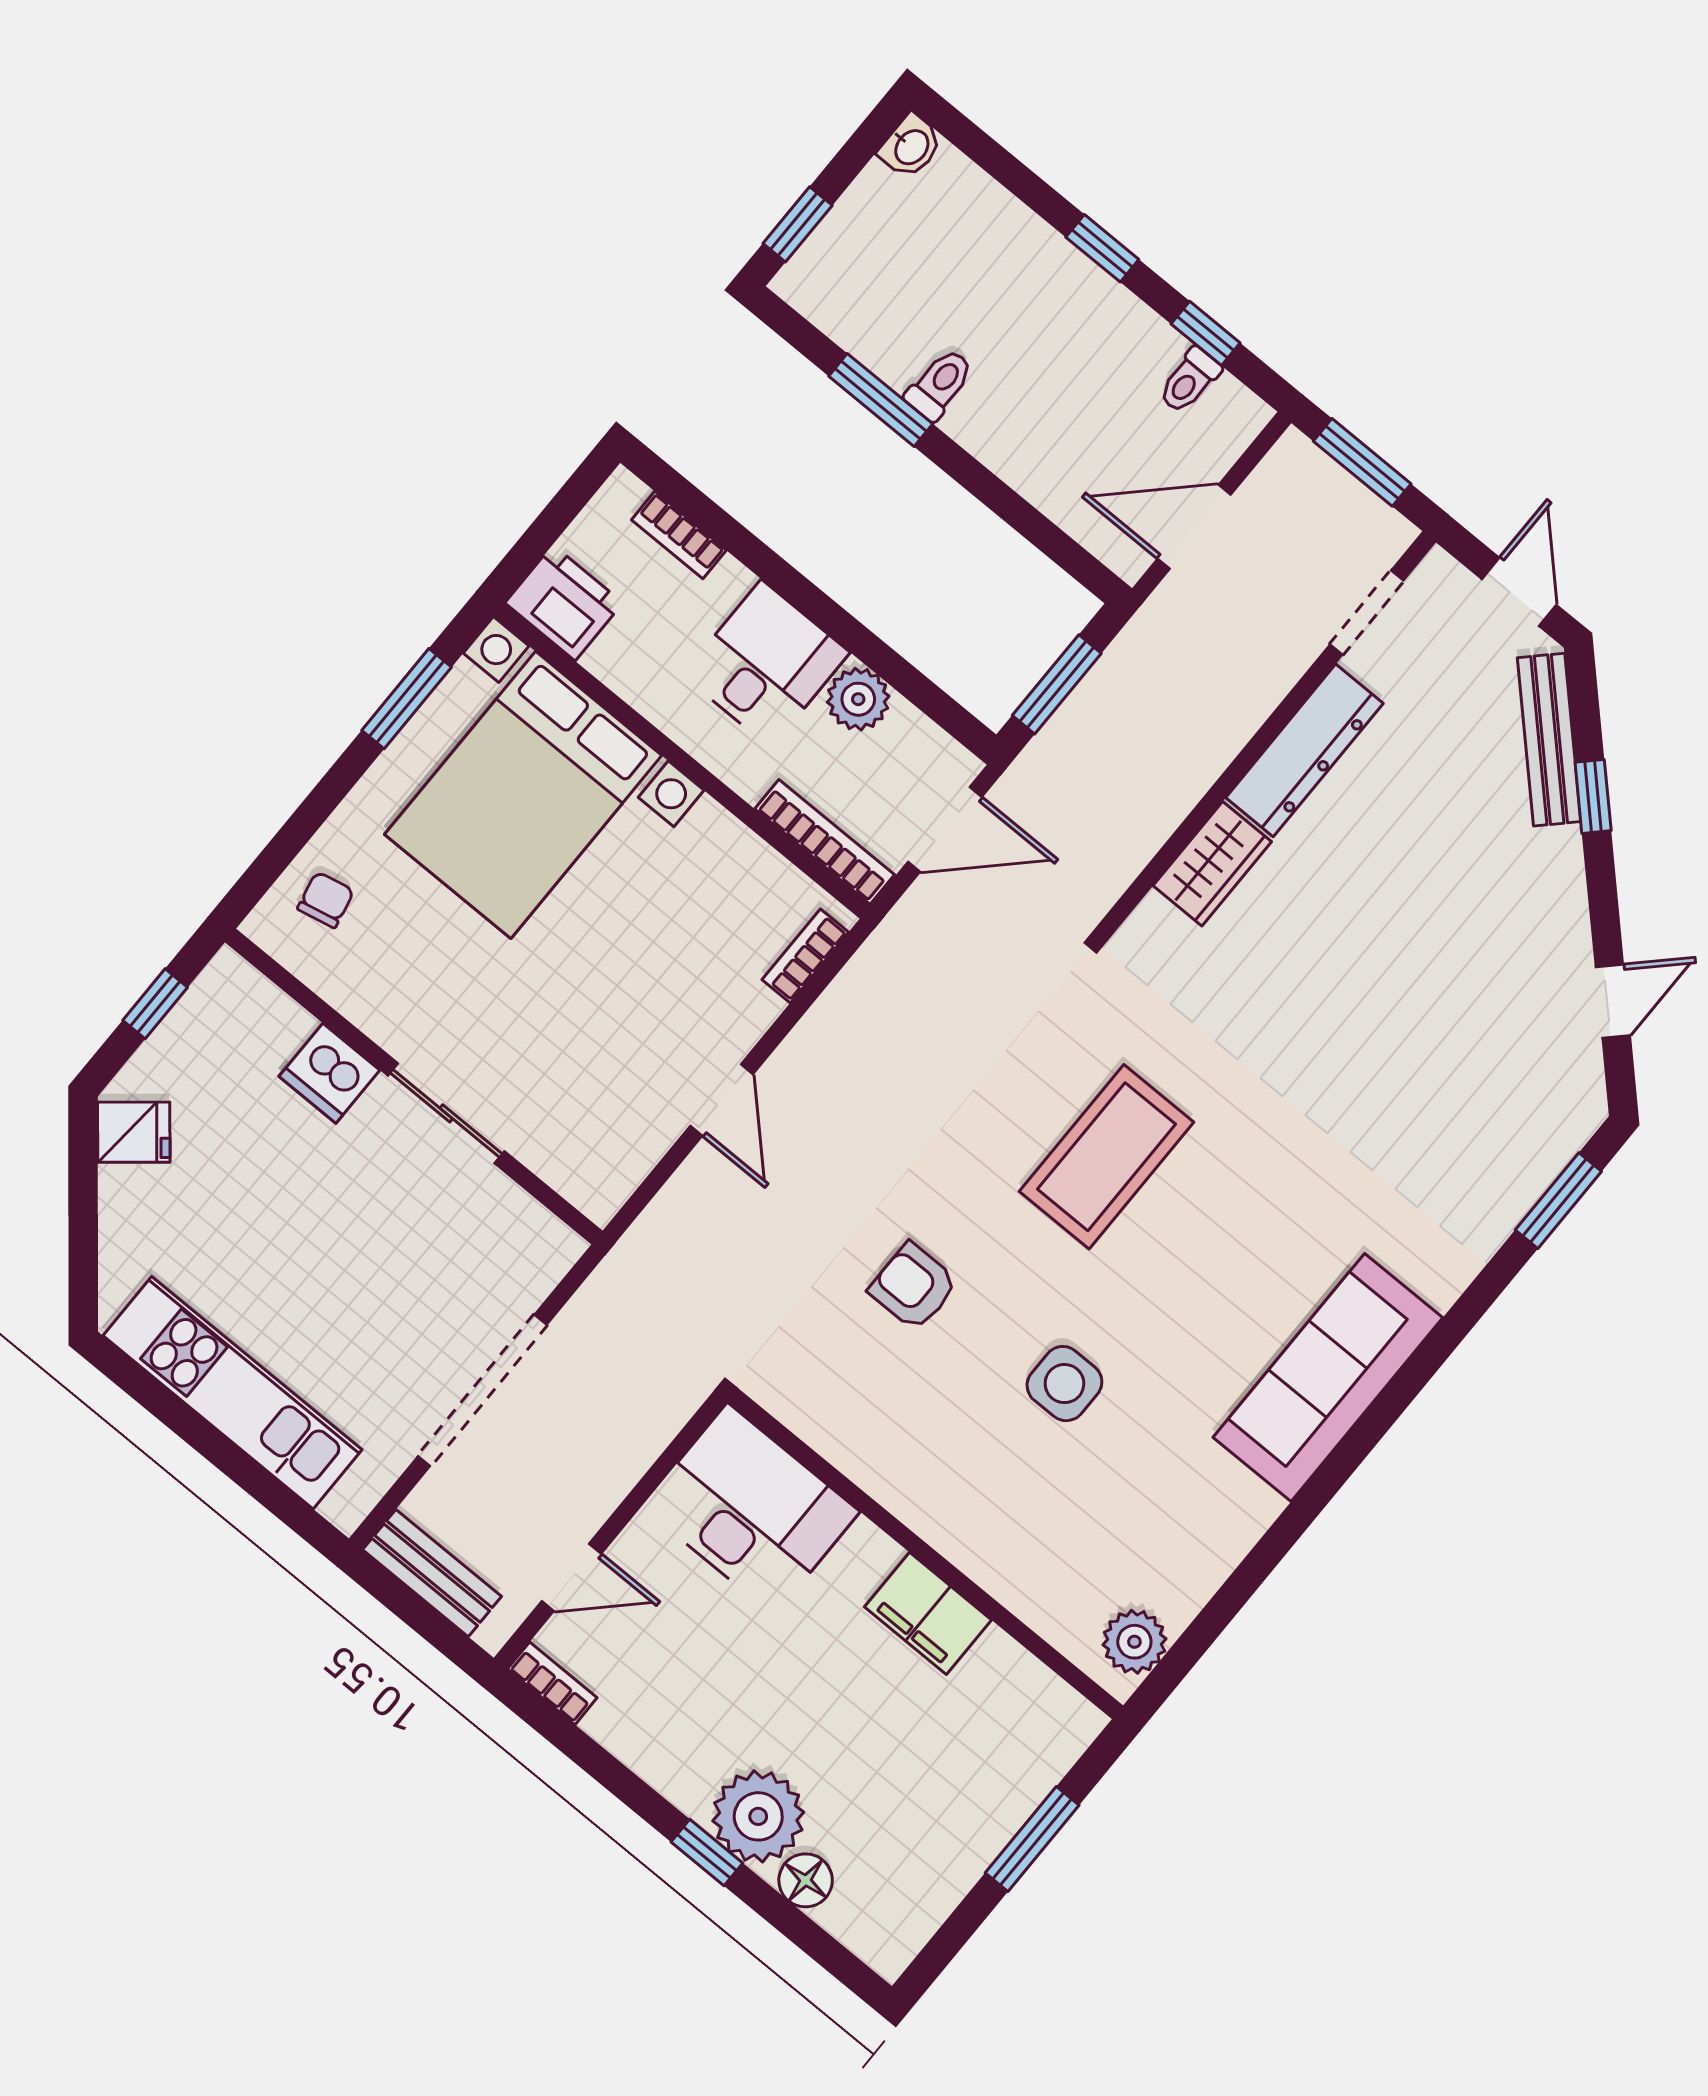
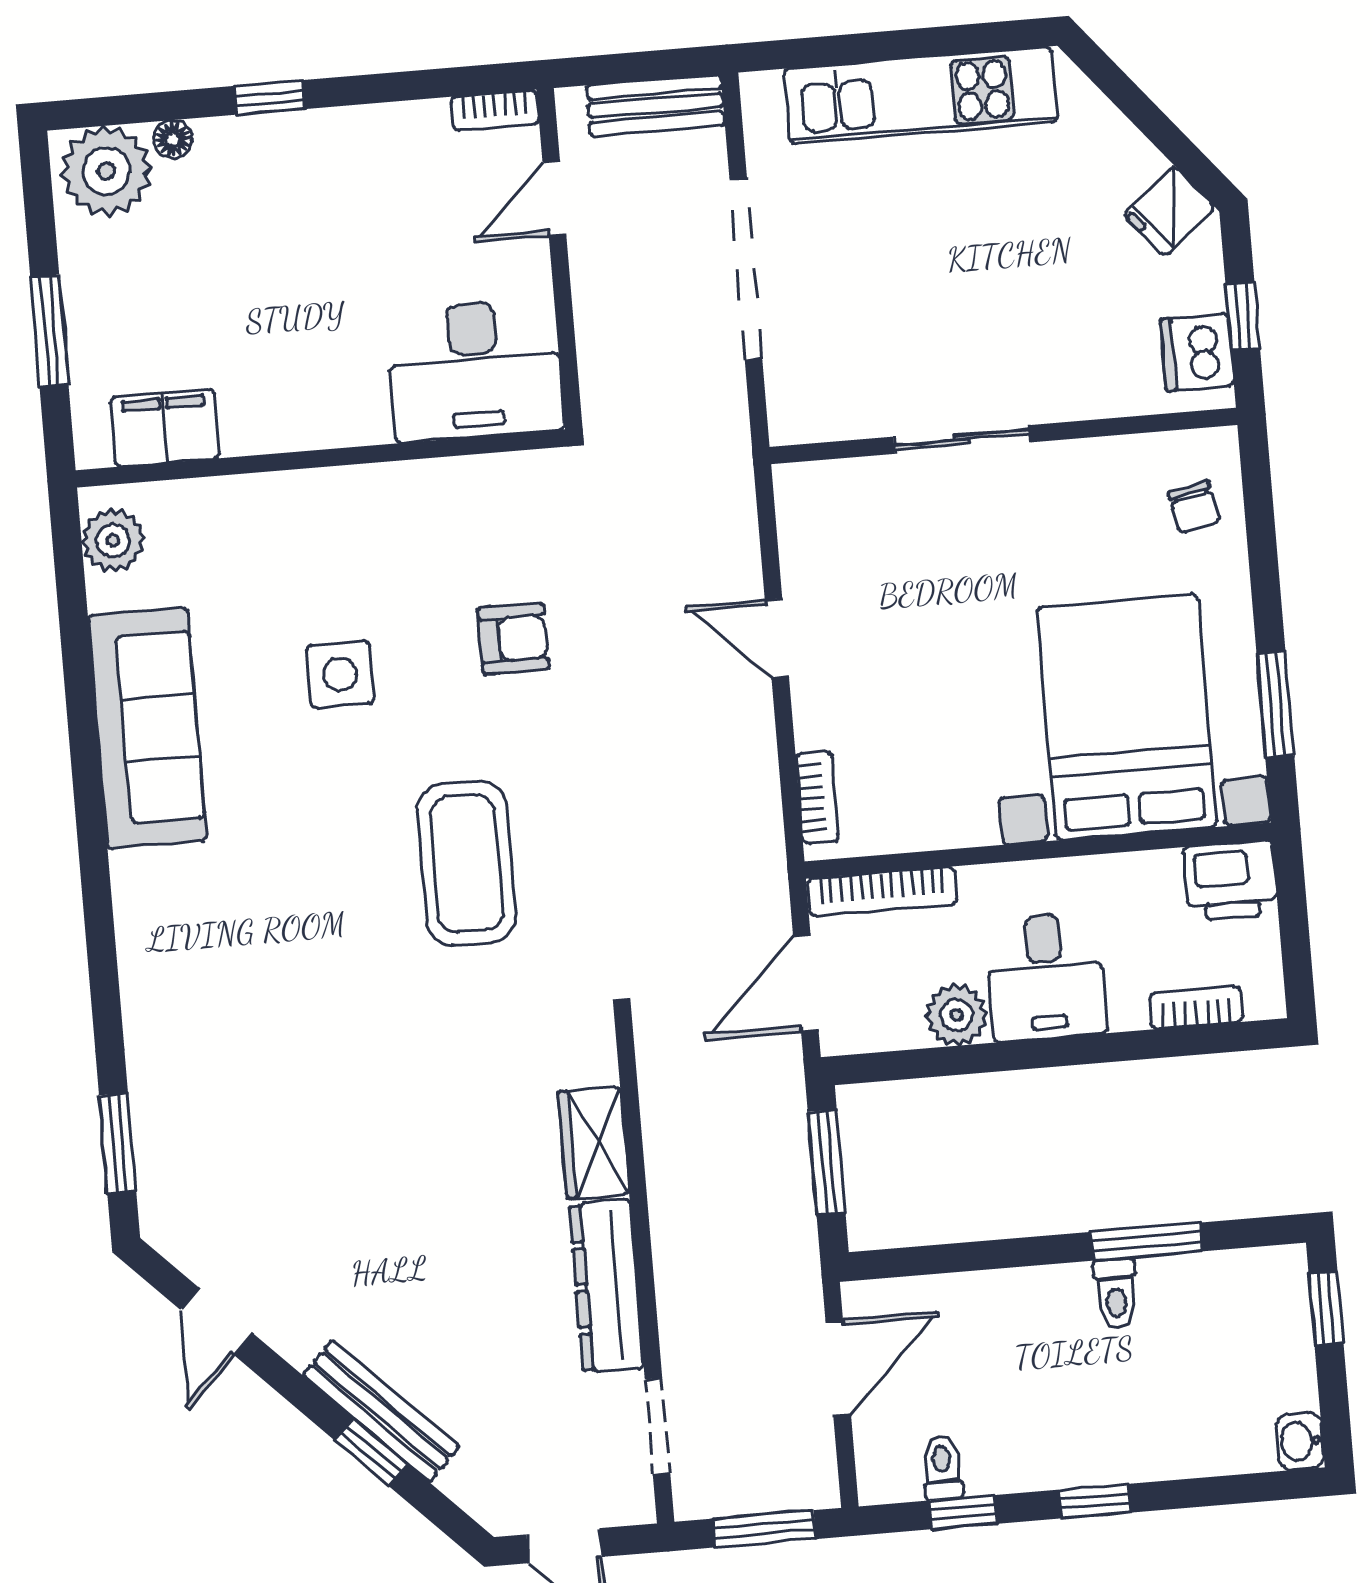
bench: (1549, 740) -> (381, 1411), moved
dishwasher: (329, 1073) -> (1197, 352), moved, turned -90
sofa: (1328, 1377) -> (147, 728), moved
filing cabinet: (928, 1613) -> (165, 428), moved
plant: (758, 1816) -> (106, 171), moved
floor lamp: (806, 1880) -> (173, 139), width x0.73, depth x0.73

